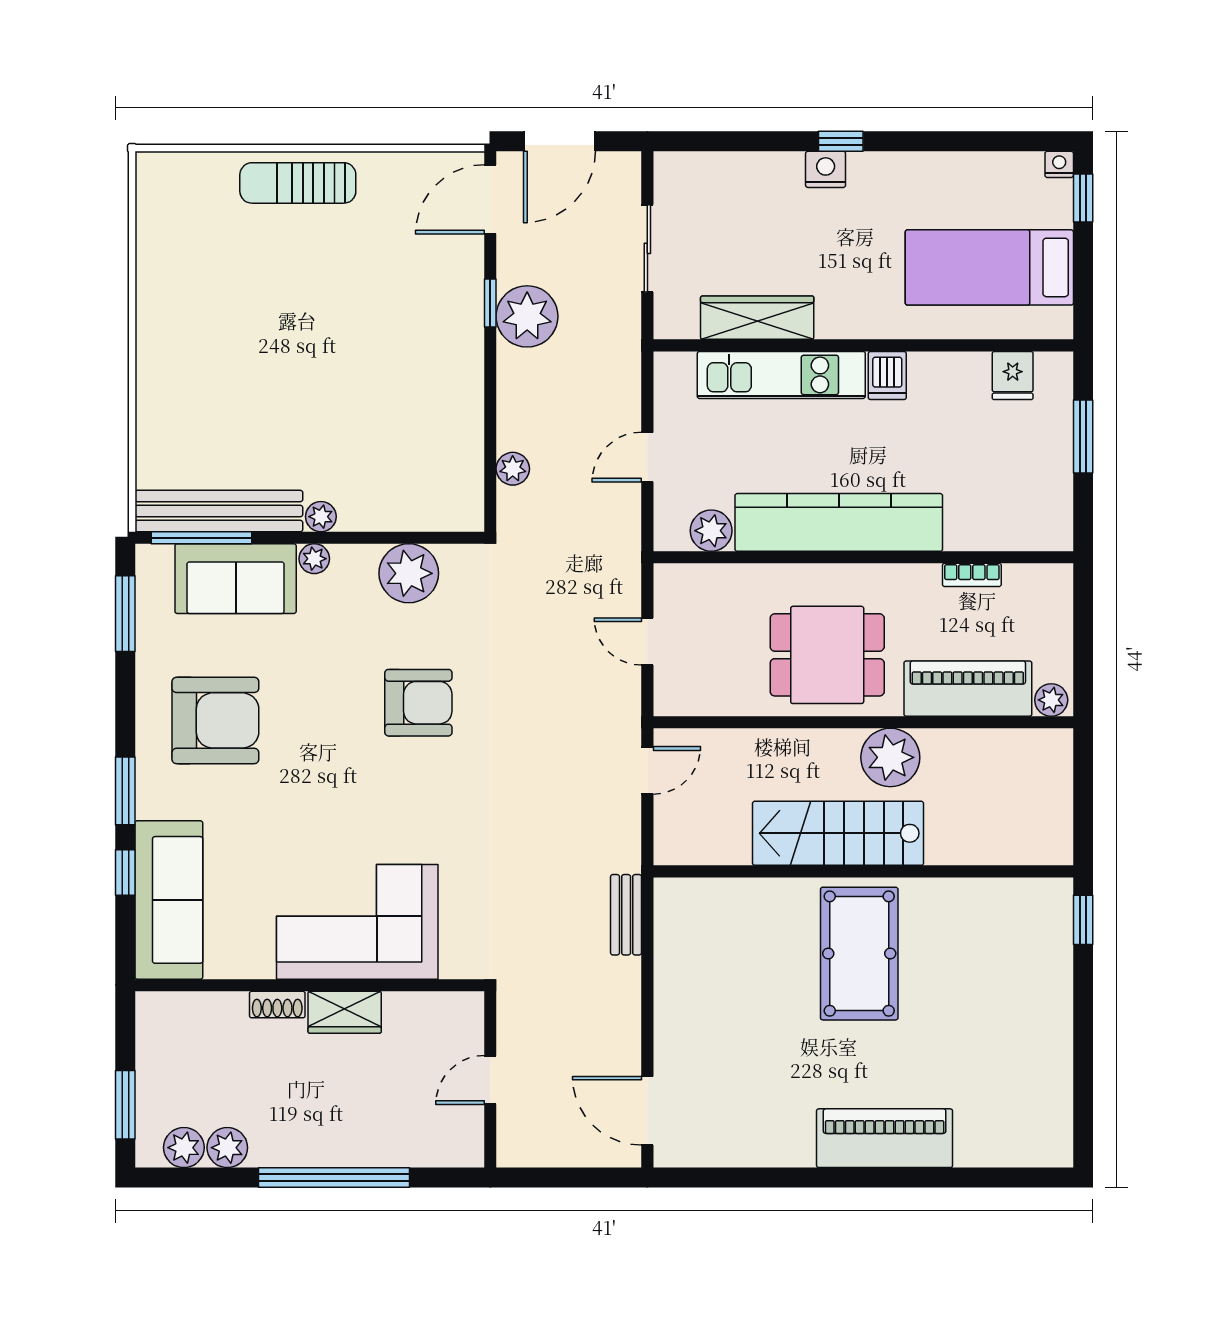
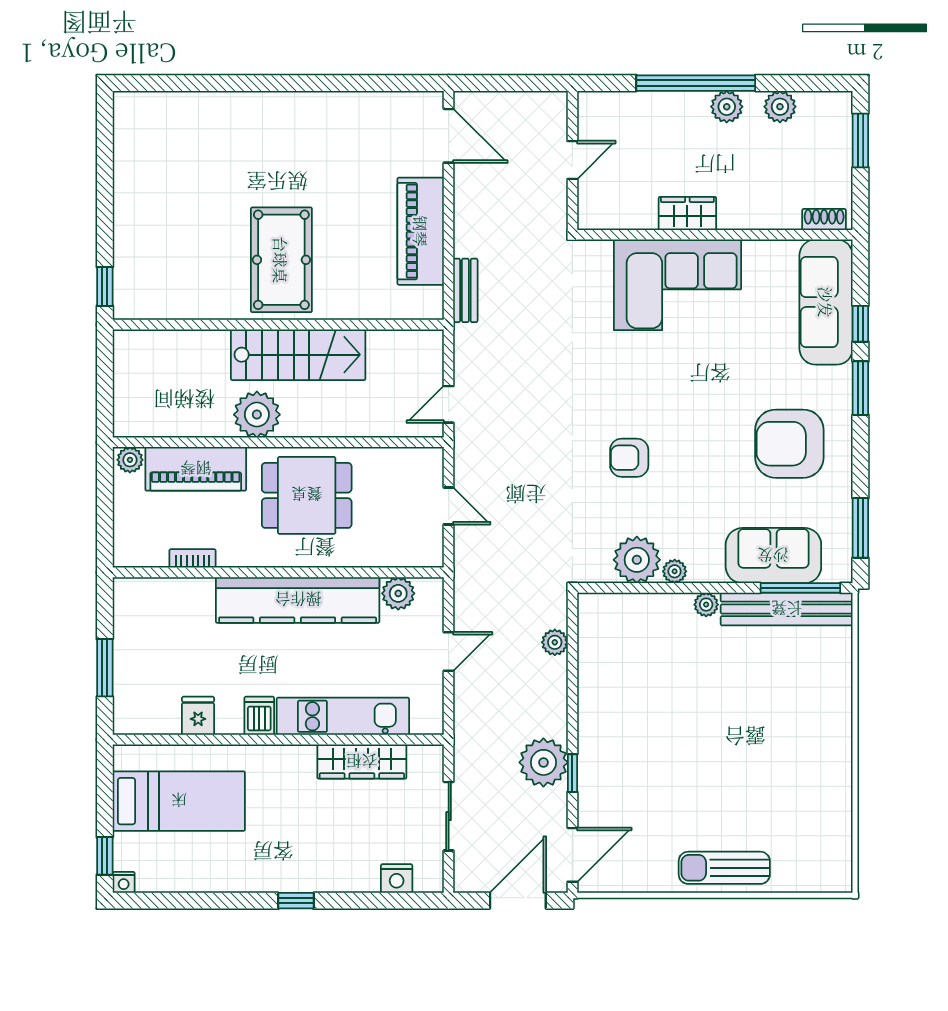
nightstand: (826, 169) -> (397, 879), moved
sun lounger: (298, 183) -> (724, 868), turned 180
fridge: (1013, 376) -> (198, 716), moved
plant: (314, 559) -> (675, 571), moved
armchair: (418, 703) -> (629, 458), width x0.72, depth x0.72
shoe rack: (277, 1005) -> (824, 220), moved
piano: (885, 1138) -> (421, 231), moved, turned 90
plant: (184, 1148) -> (727, 107), moved

